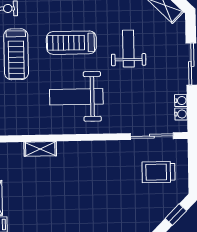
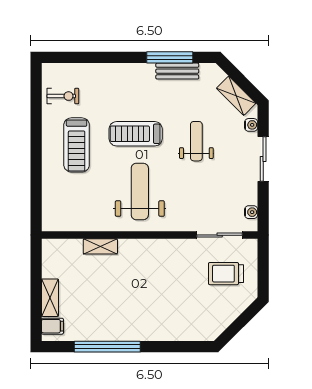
weight bench: (76, 97) -> (140, 192), turned 90
water cooler: (181, 101) -> (251, 125), moved
window: (176, 215) -> (244, 319), removed

